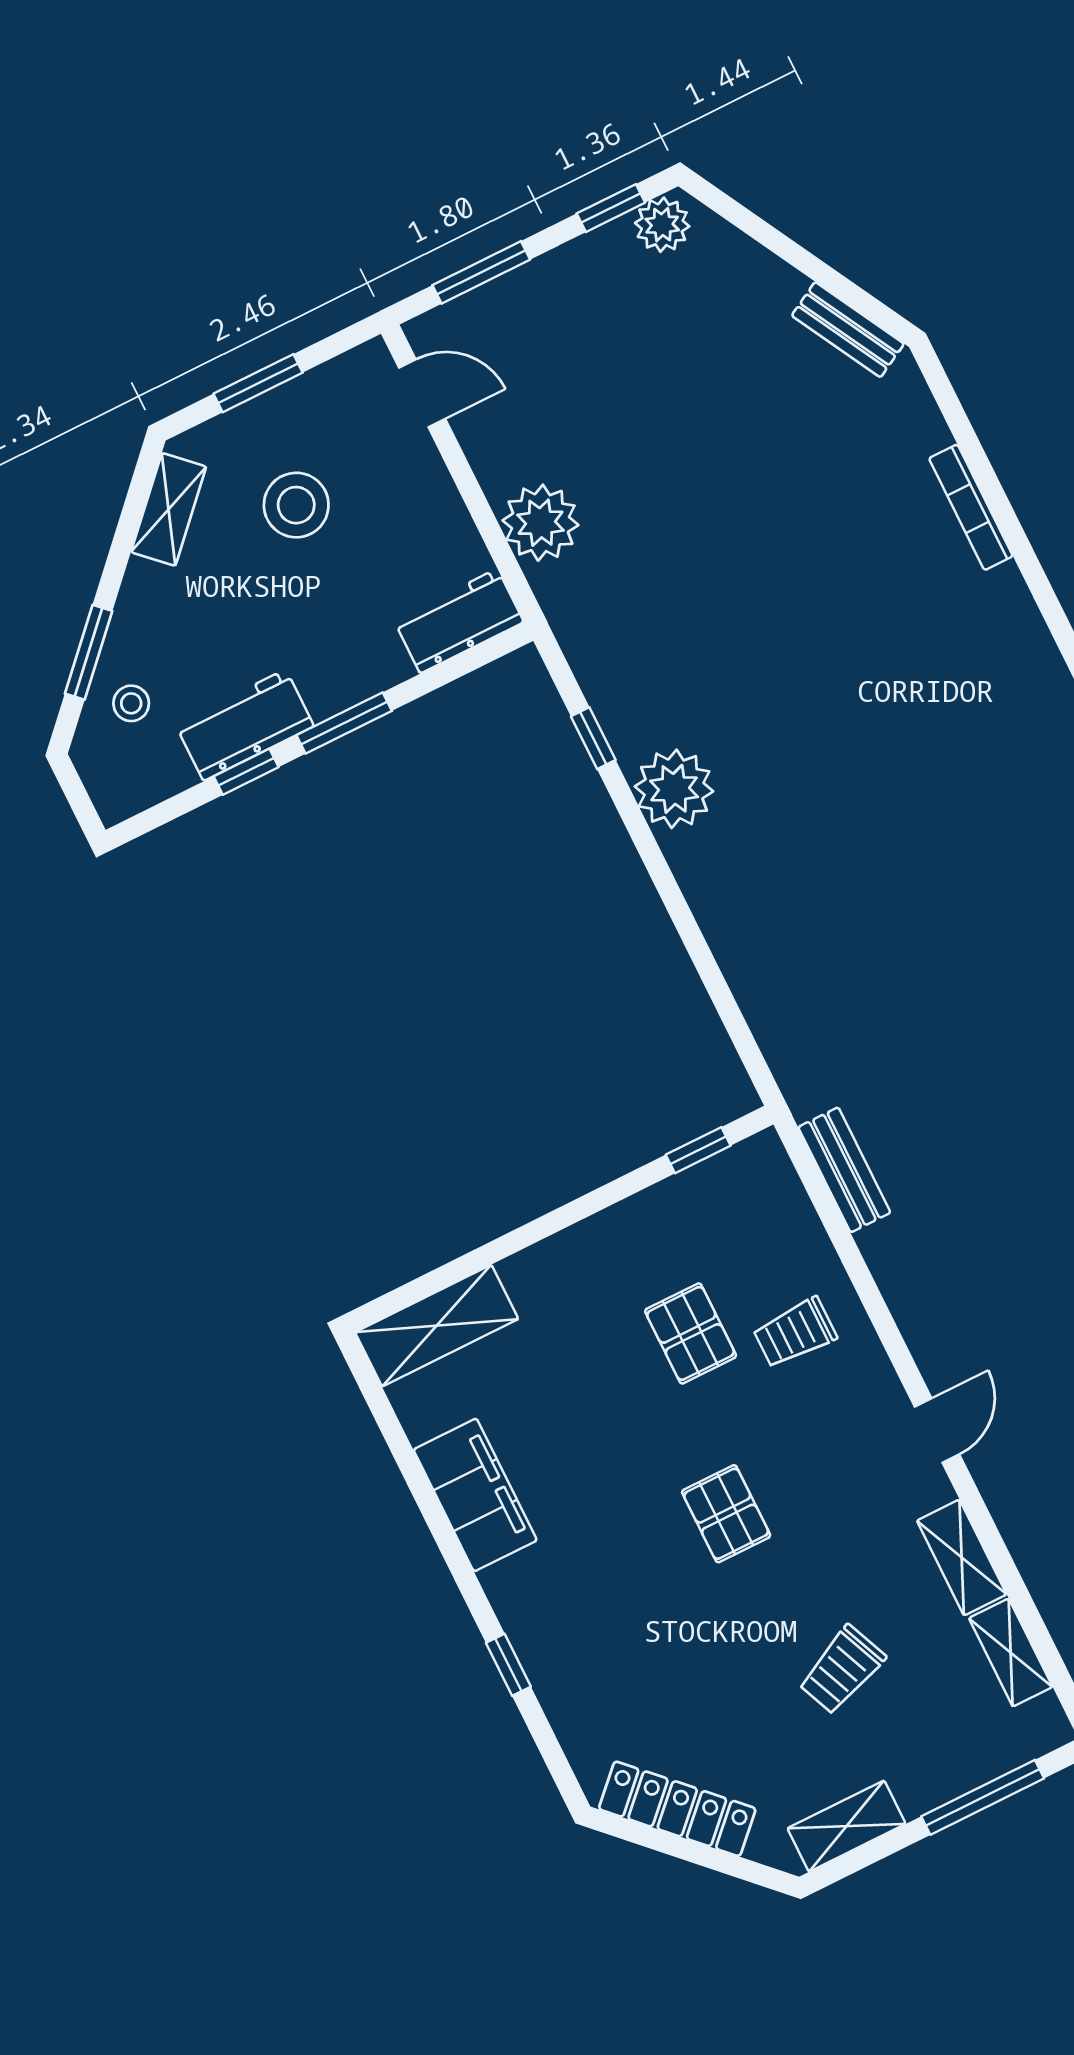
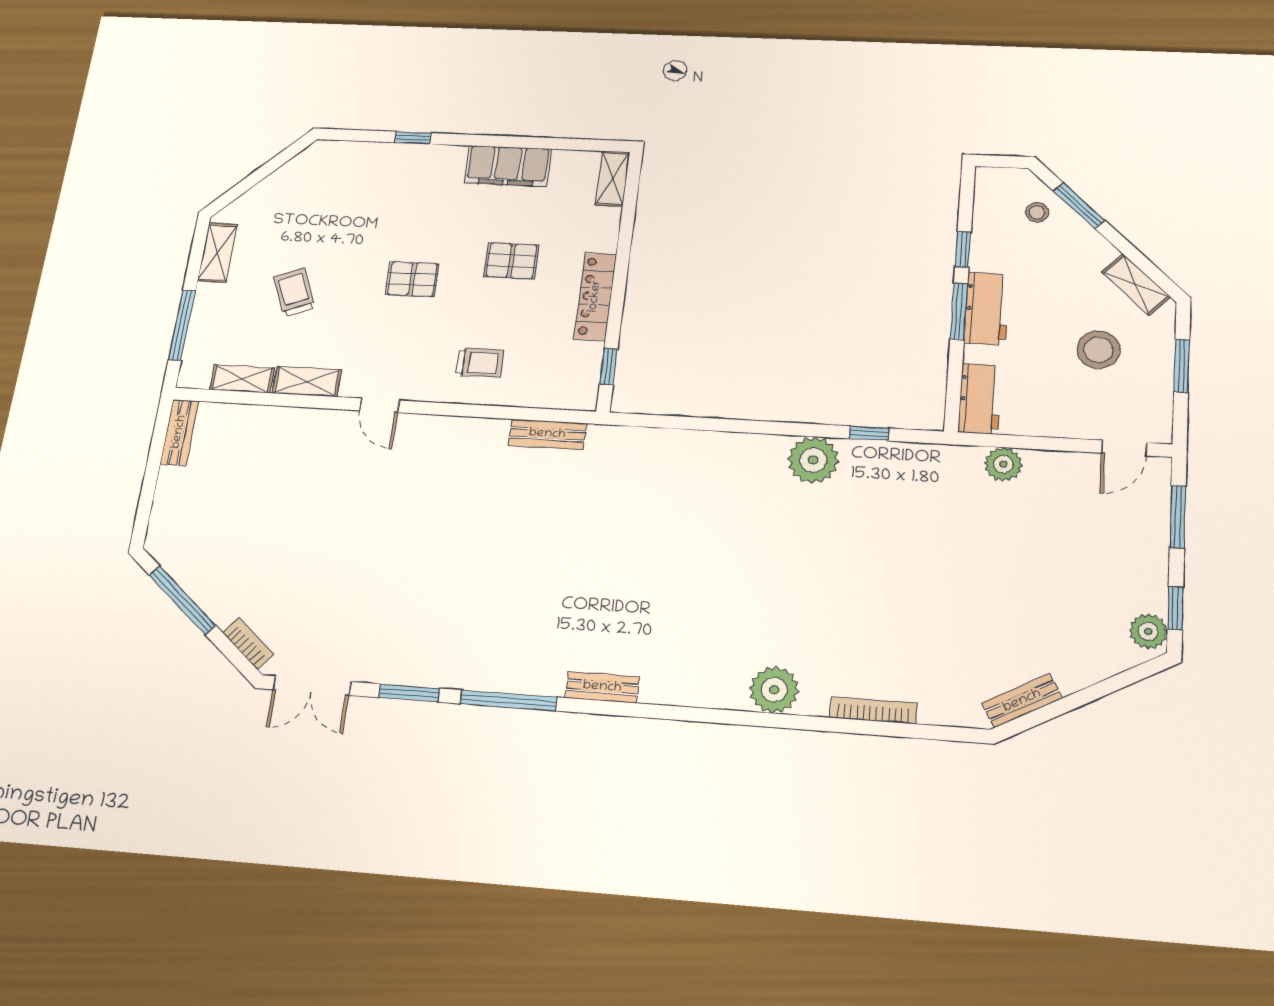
plant: (541, 523) -> (1003, 464), width x0.73, depth x0.73
plant: (1018, 648) -> (774, 690), added
workbench: (245, 725) -> (987, 308), moved
shelving: (437, 1326) -> (612, 179), width x0.67, depth x0.75
pallet: (691, 1333) -> (511, 261), moved
trolley: (795, 1333) -> (480, 363), turned 90
locker: (677, 1809) -> (595, 296), moved, turned 135

